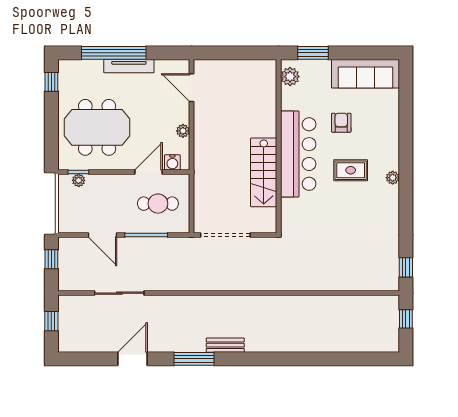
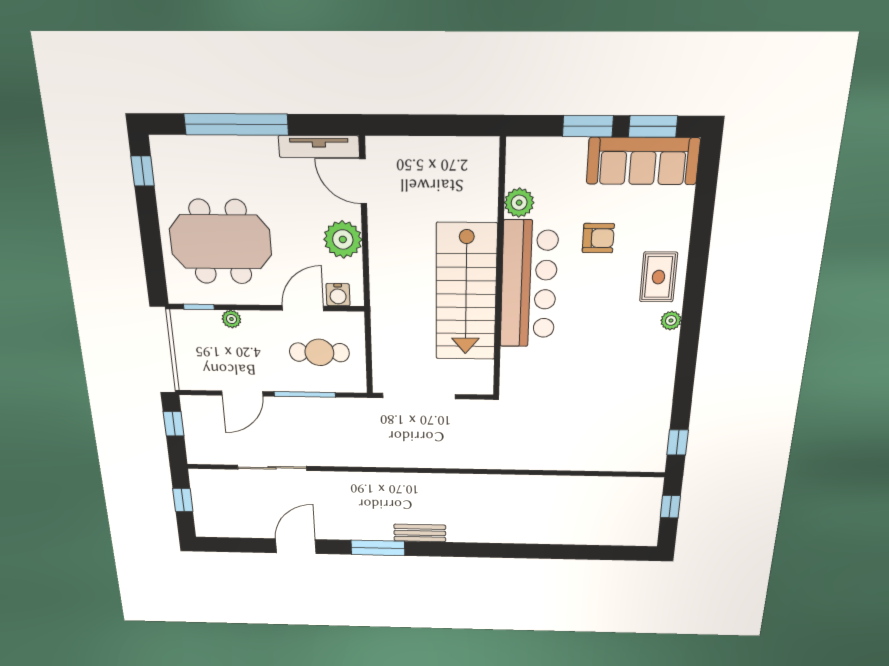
window: (313, 53) -> (588, 126), moved
window: (370, 53) -> (653, 126), added
tv unit: (129, 66) -> (319, 147), moved
plant: (290, 77) -> (519, 203), moved
armchair: (341, 123) -> (598, 238), turned 90
plant: (183, 131) -> (343, 239), width x1.87, depth x1.87
rug: (351, 170) -> (658, 277), moved, turned 90
stairs: (264, 172) -> (466, 293), width x1.36, depth x1.51
plant: (79, 180) -> (231, 319), moved
door: (102, 235) -> (242, 393), hinge flipped

